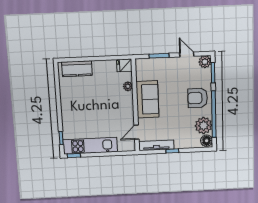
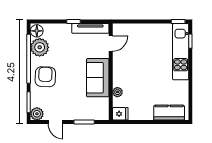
armchair: (198, 98) -> (45, 77), turned -88
kitchen unit: (90, 146) -> (181, 52), moved, turned 90

